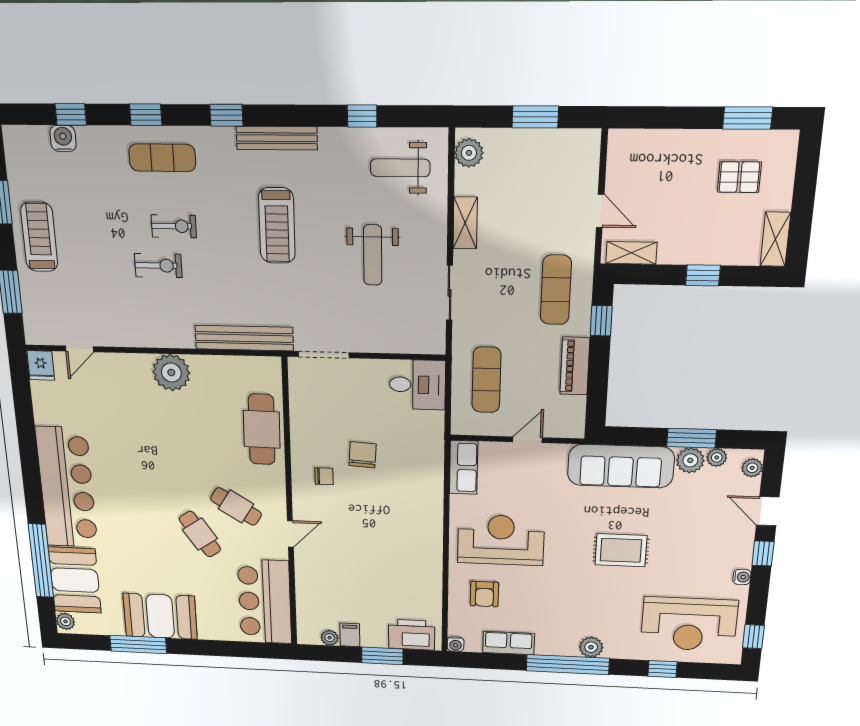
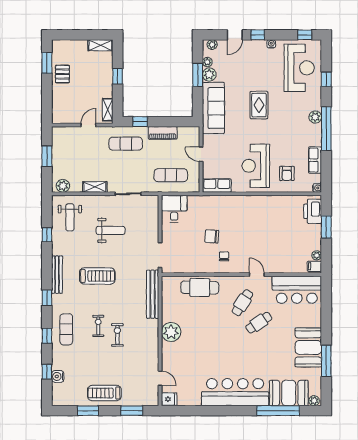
pallet: (739, 177) -> (62, 74), moved
armchair: (484, 594) -> (287, 173), turned 90
filing cabinet: (350, 635) -> (314, 266), moved

